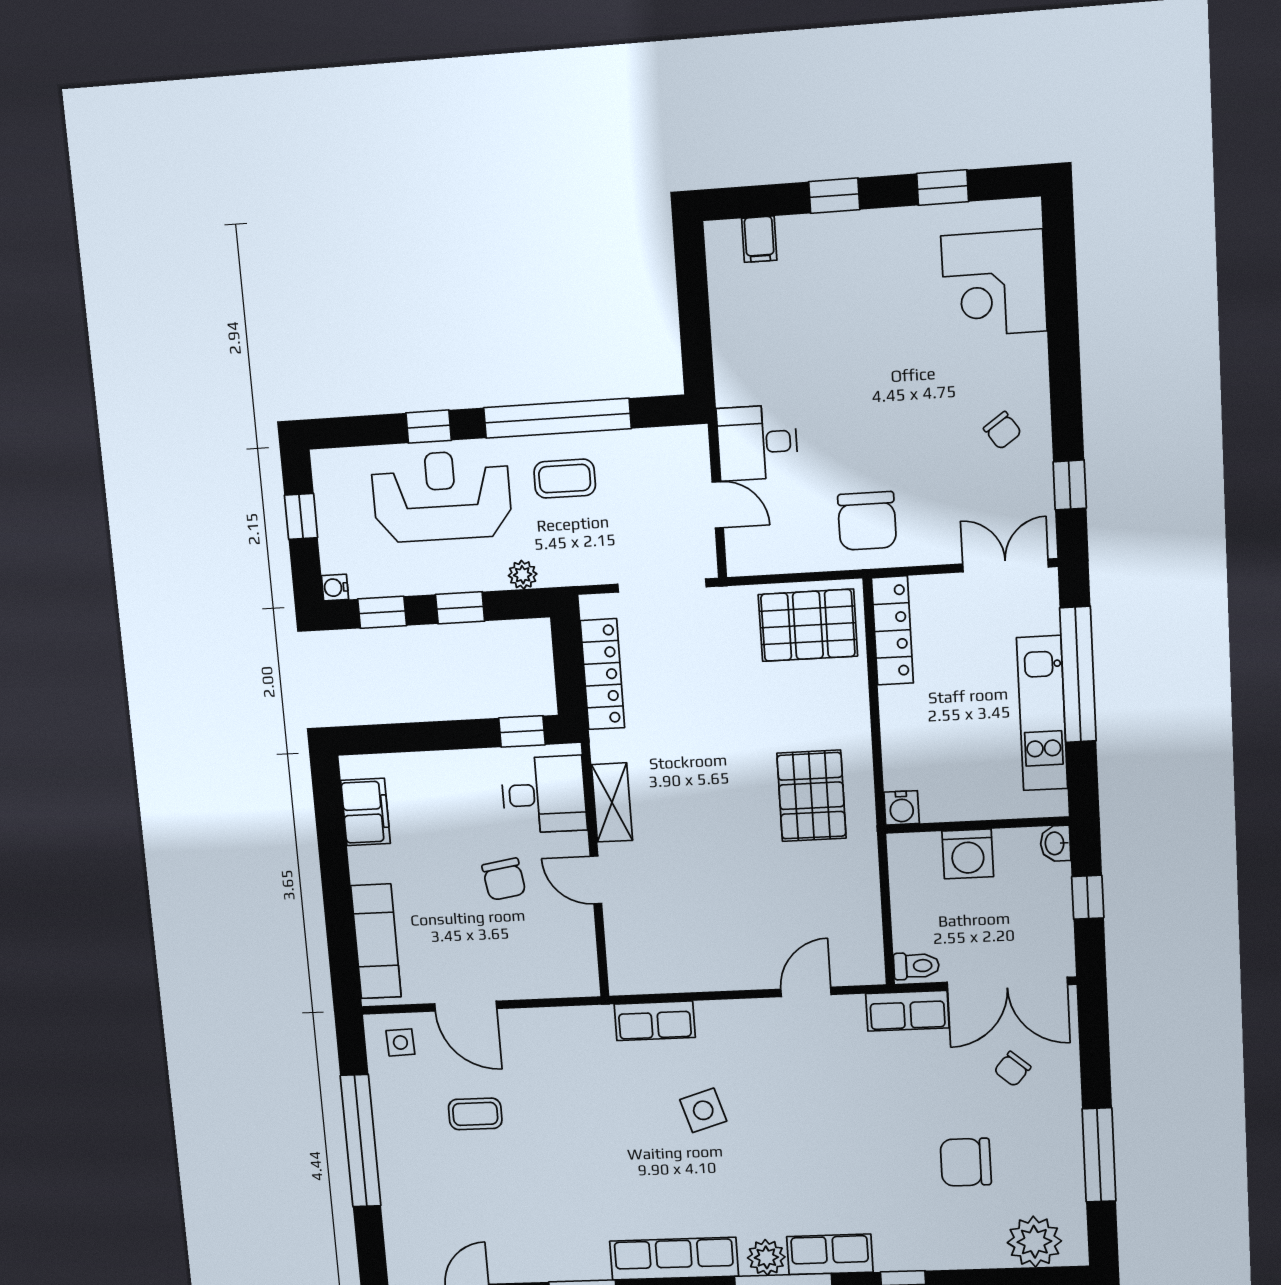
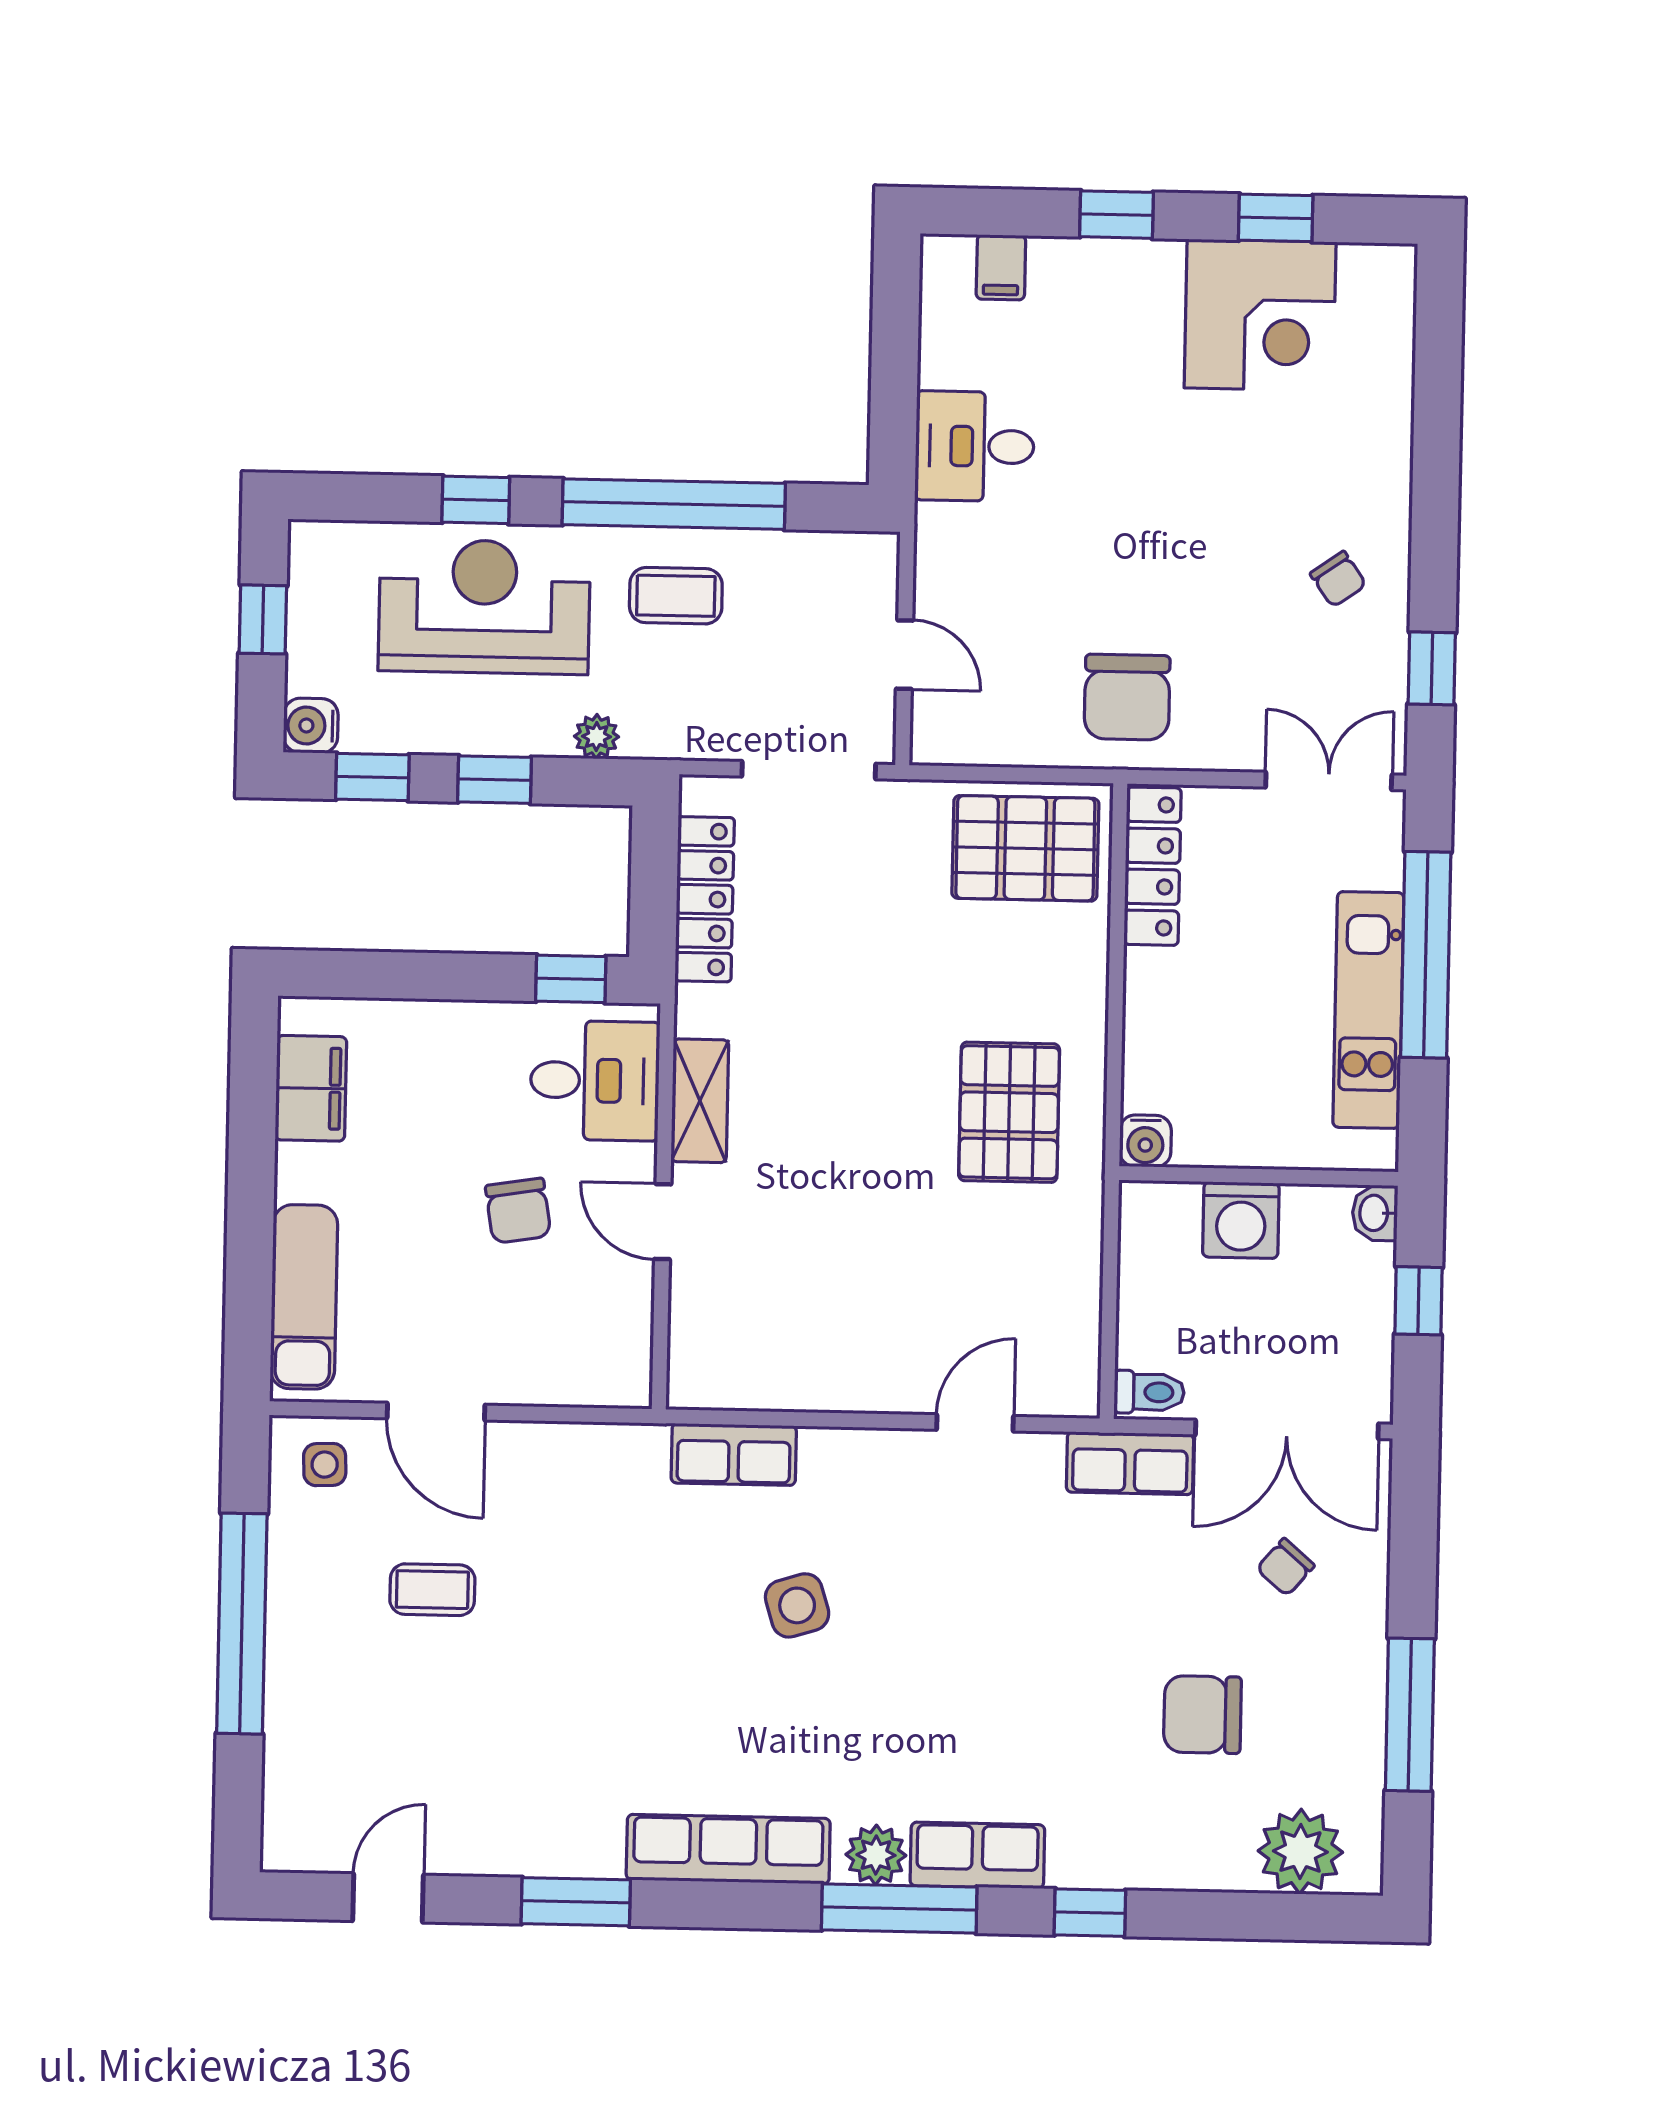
corner desk: (994, 283) -> (1260, 315), moved, turned -90
desk: (757, 443) -> (975, 446), moved
water cooler: (335, 587) -> (311, 726), width x1.38, depth x1.38

